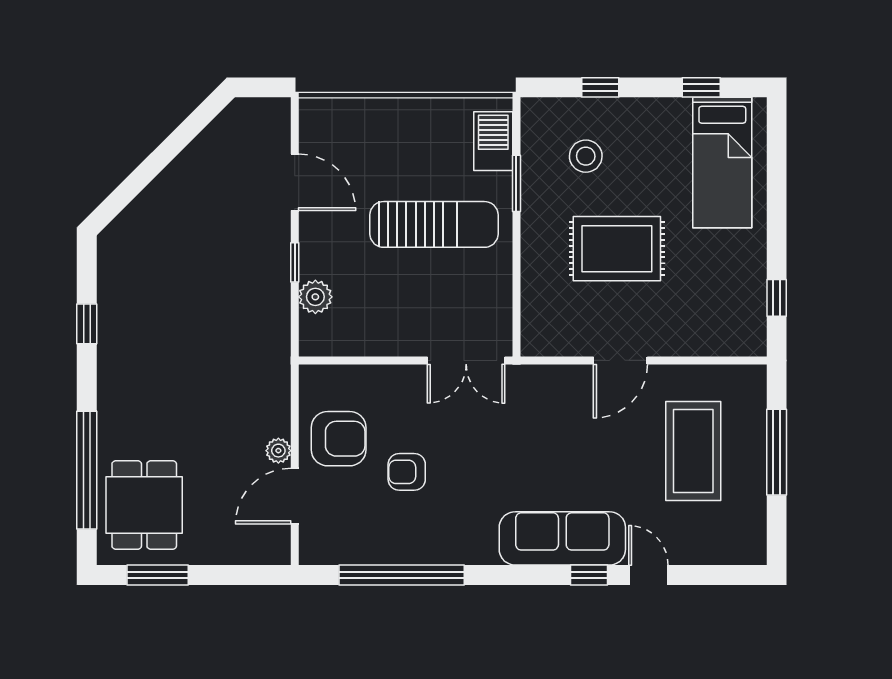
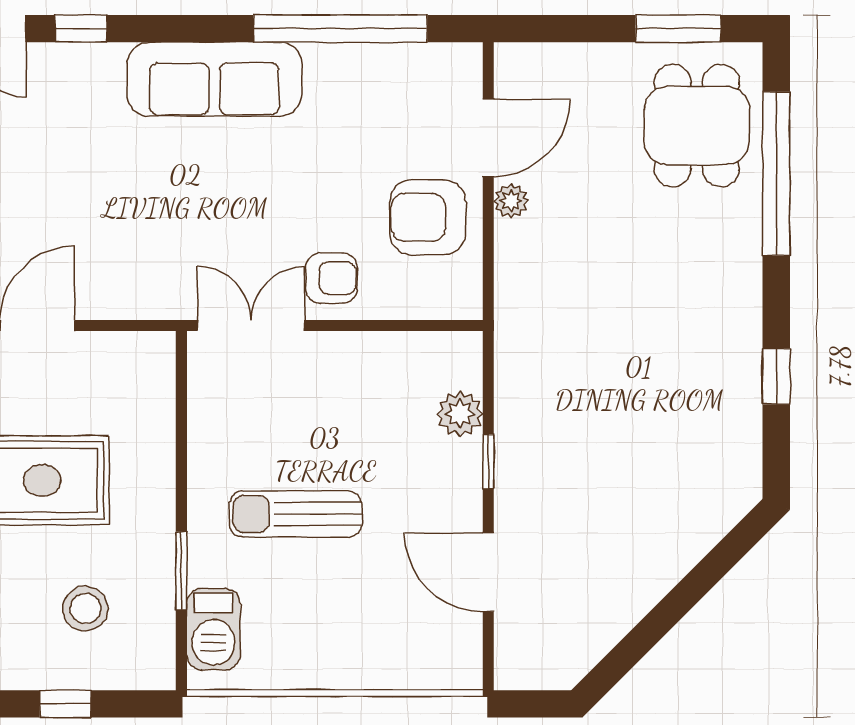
sun lounger: (434, 224) -> (295, 514), width x0.73, depth x0.75
armchair: (407, 472) -> (331, 278), moved
sofa: (562, 538) -> (214, 79), moved

